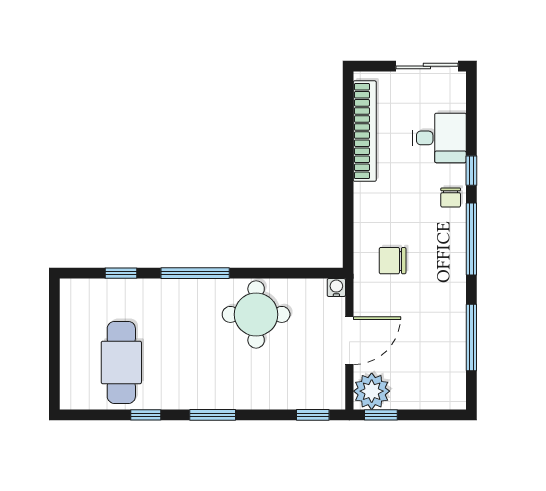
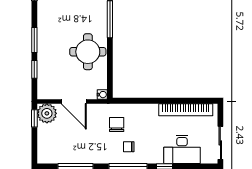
desk: (439, 138) -> (182, 149), width x1.37
chair: (451, 198) -> (129, 147), moved
window: (213, 415) -> (34, 40), moved
window: (313, 415) -> (34, 69), moved

